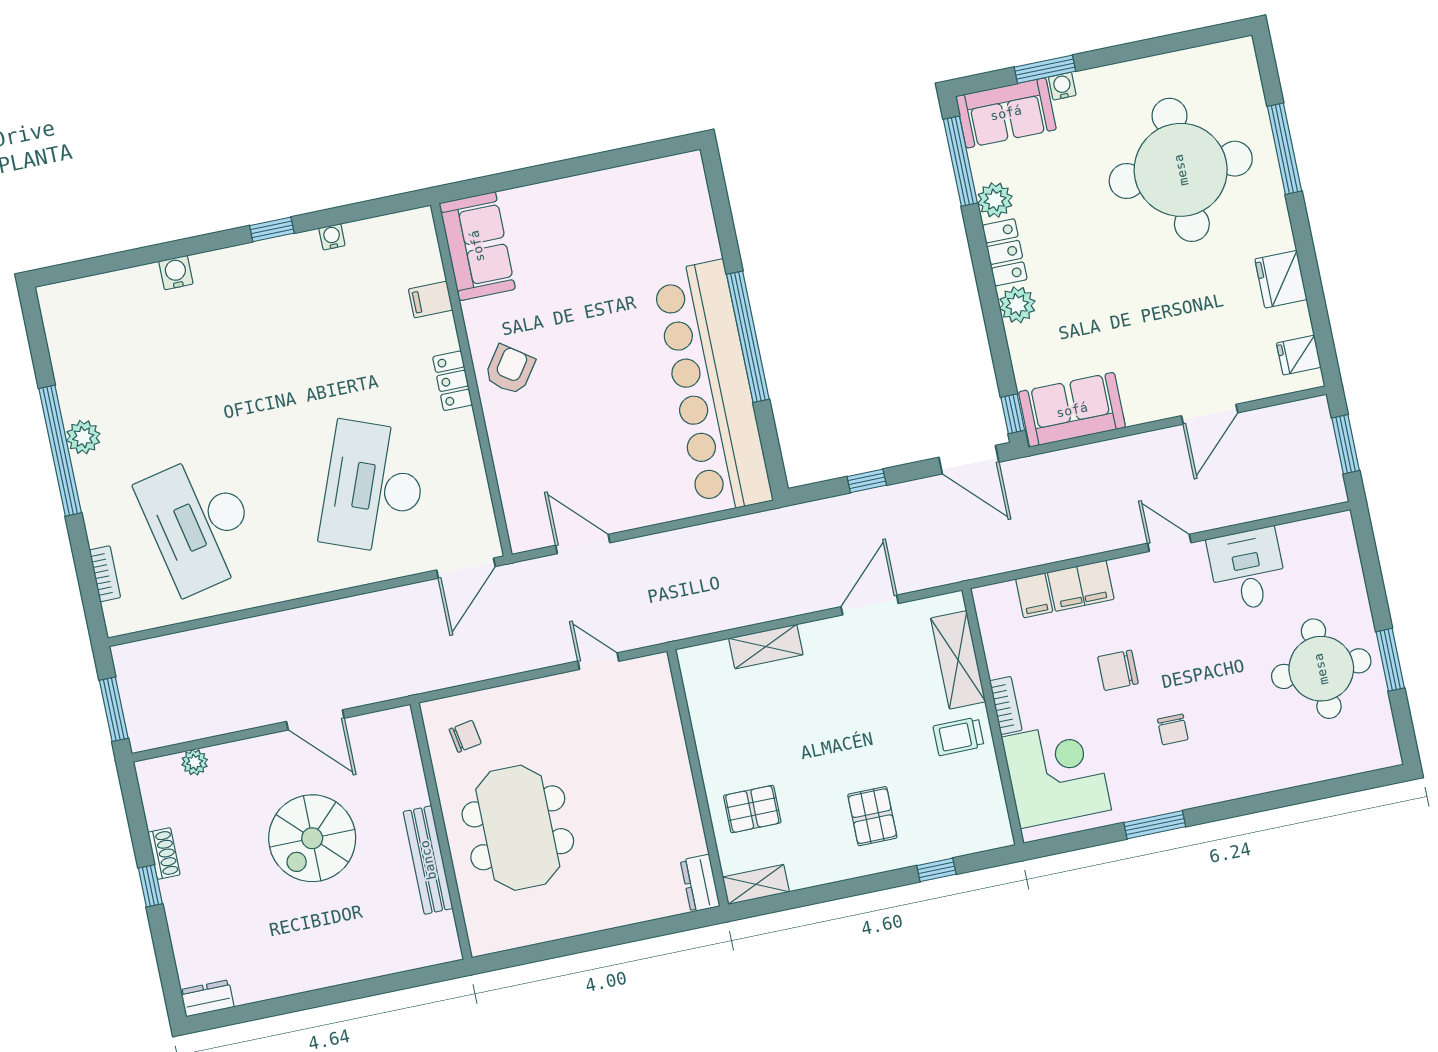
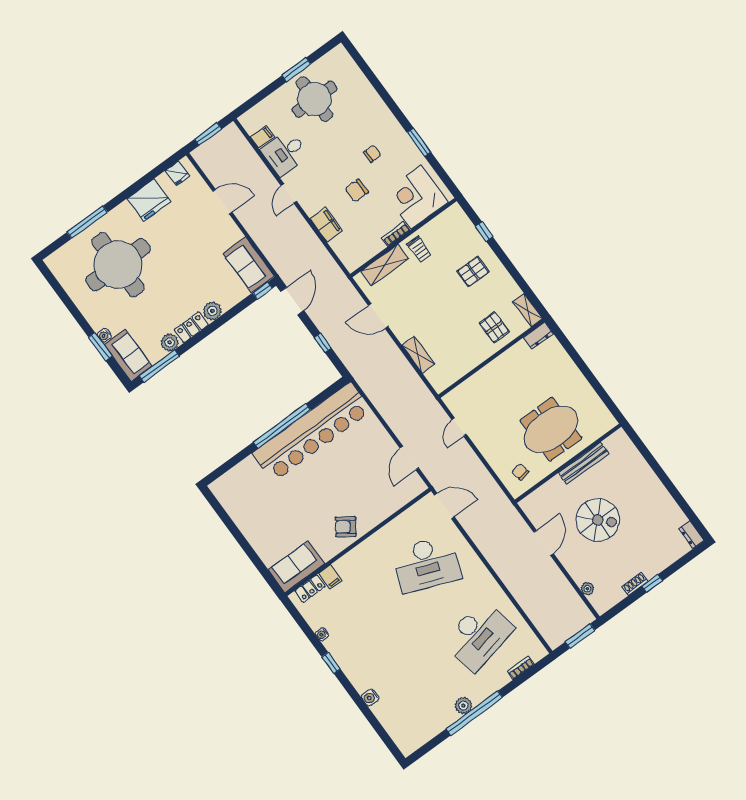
fridge: (1281, 279) -> (149, 200), width x1.36, depth x1.34
locker: (453, 381) -> (310, 588), moved
filing cabinet: (1034, 595) -> (262, 137), moved
chair: (1118, 670) -> (357, 191), turned 90

